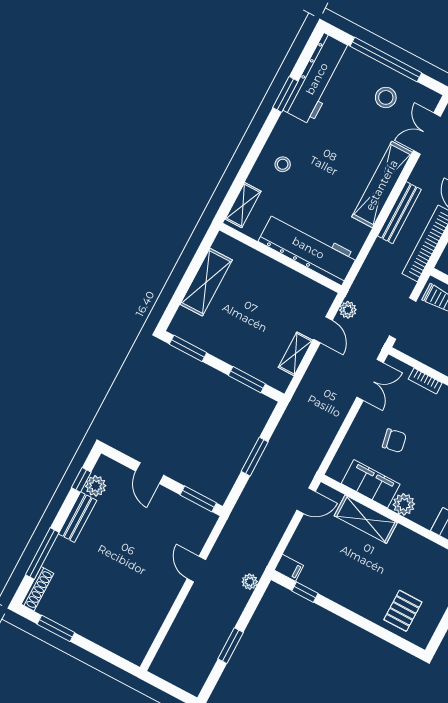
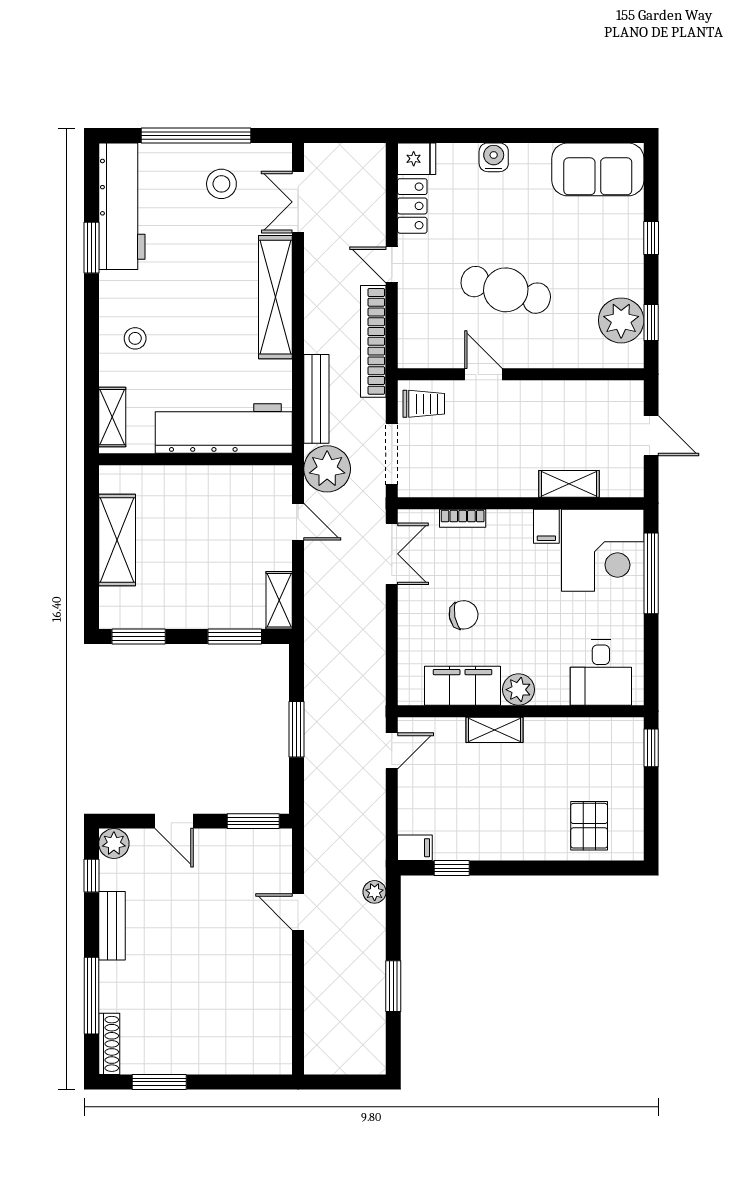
bench: (399, 213) -> (316, 399), moved
plant: (348, 310) -> (327, 469), width x1.87, depth x1.87
shelving: (295, 354) -> (279, 600), moved
plant: (96, 486) -> (114, 844), moved
shelving: (366, 519) -> (494, 730), width x0.67, depth x0.75

